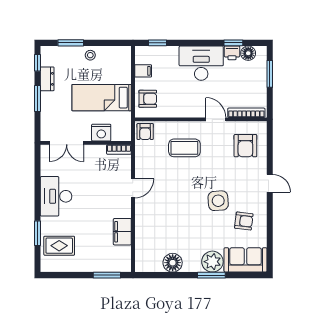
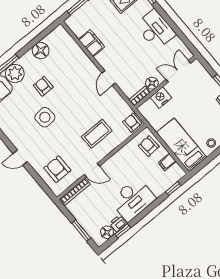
bed: (102, 98) -> (182, 145), moved, turned -90
armchair: (148, 99) -> (149, 146), turned 87
floor lamp: (98, 152) -> (152, 83), added
armchair: (244, 221) -> (43, 86), moved, turned 83

